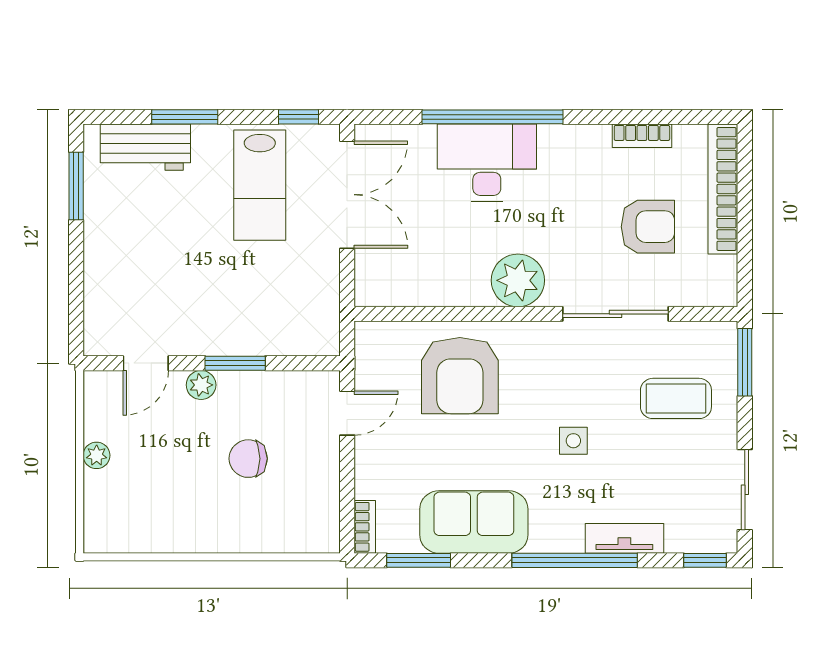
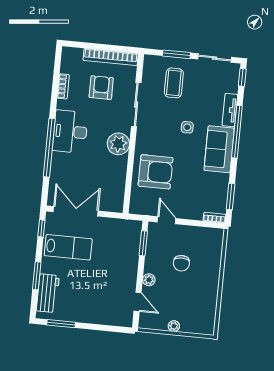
desk: (487, 163) -> (70, 132), moved
bookcase: (723, 189) -> (111, 57), moved
window: (745, 362) -> (176, 54), moved
window: (235, 363) -> (143, 243), moved
sofa: (474, 522) -> (219, 149), moved

